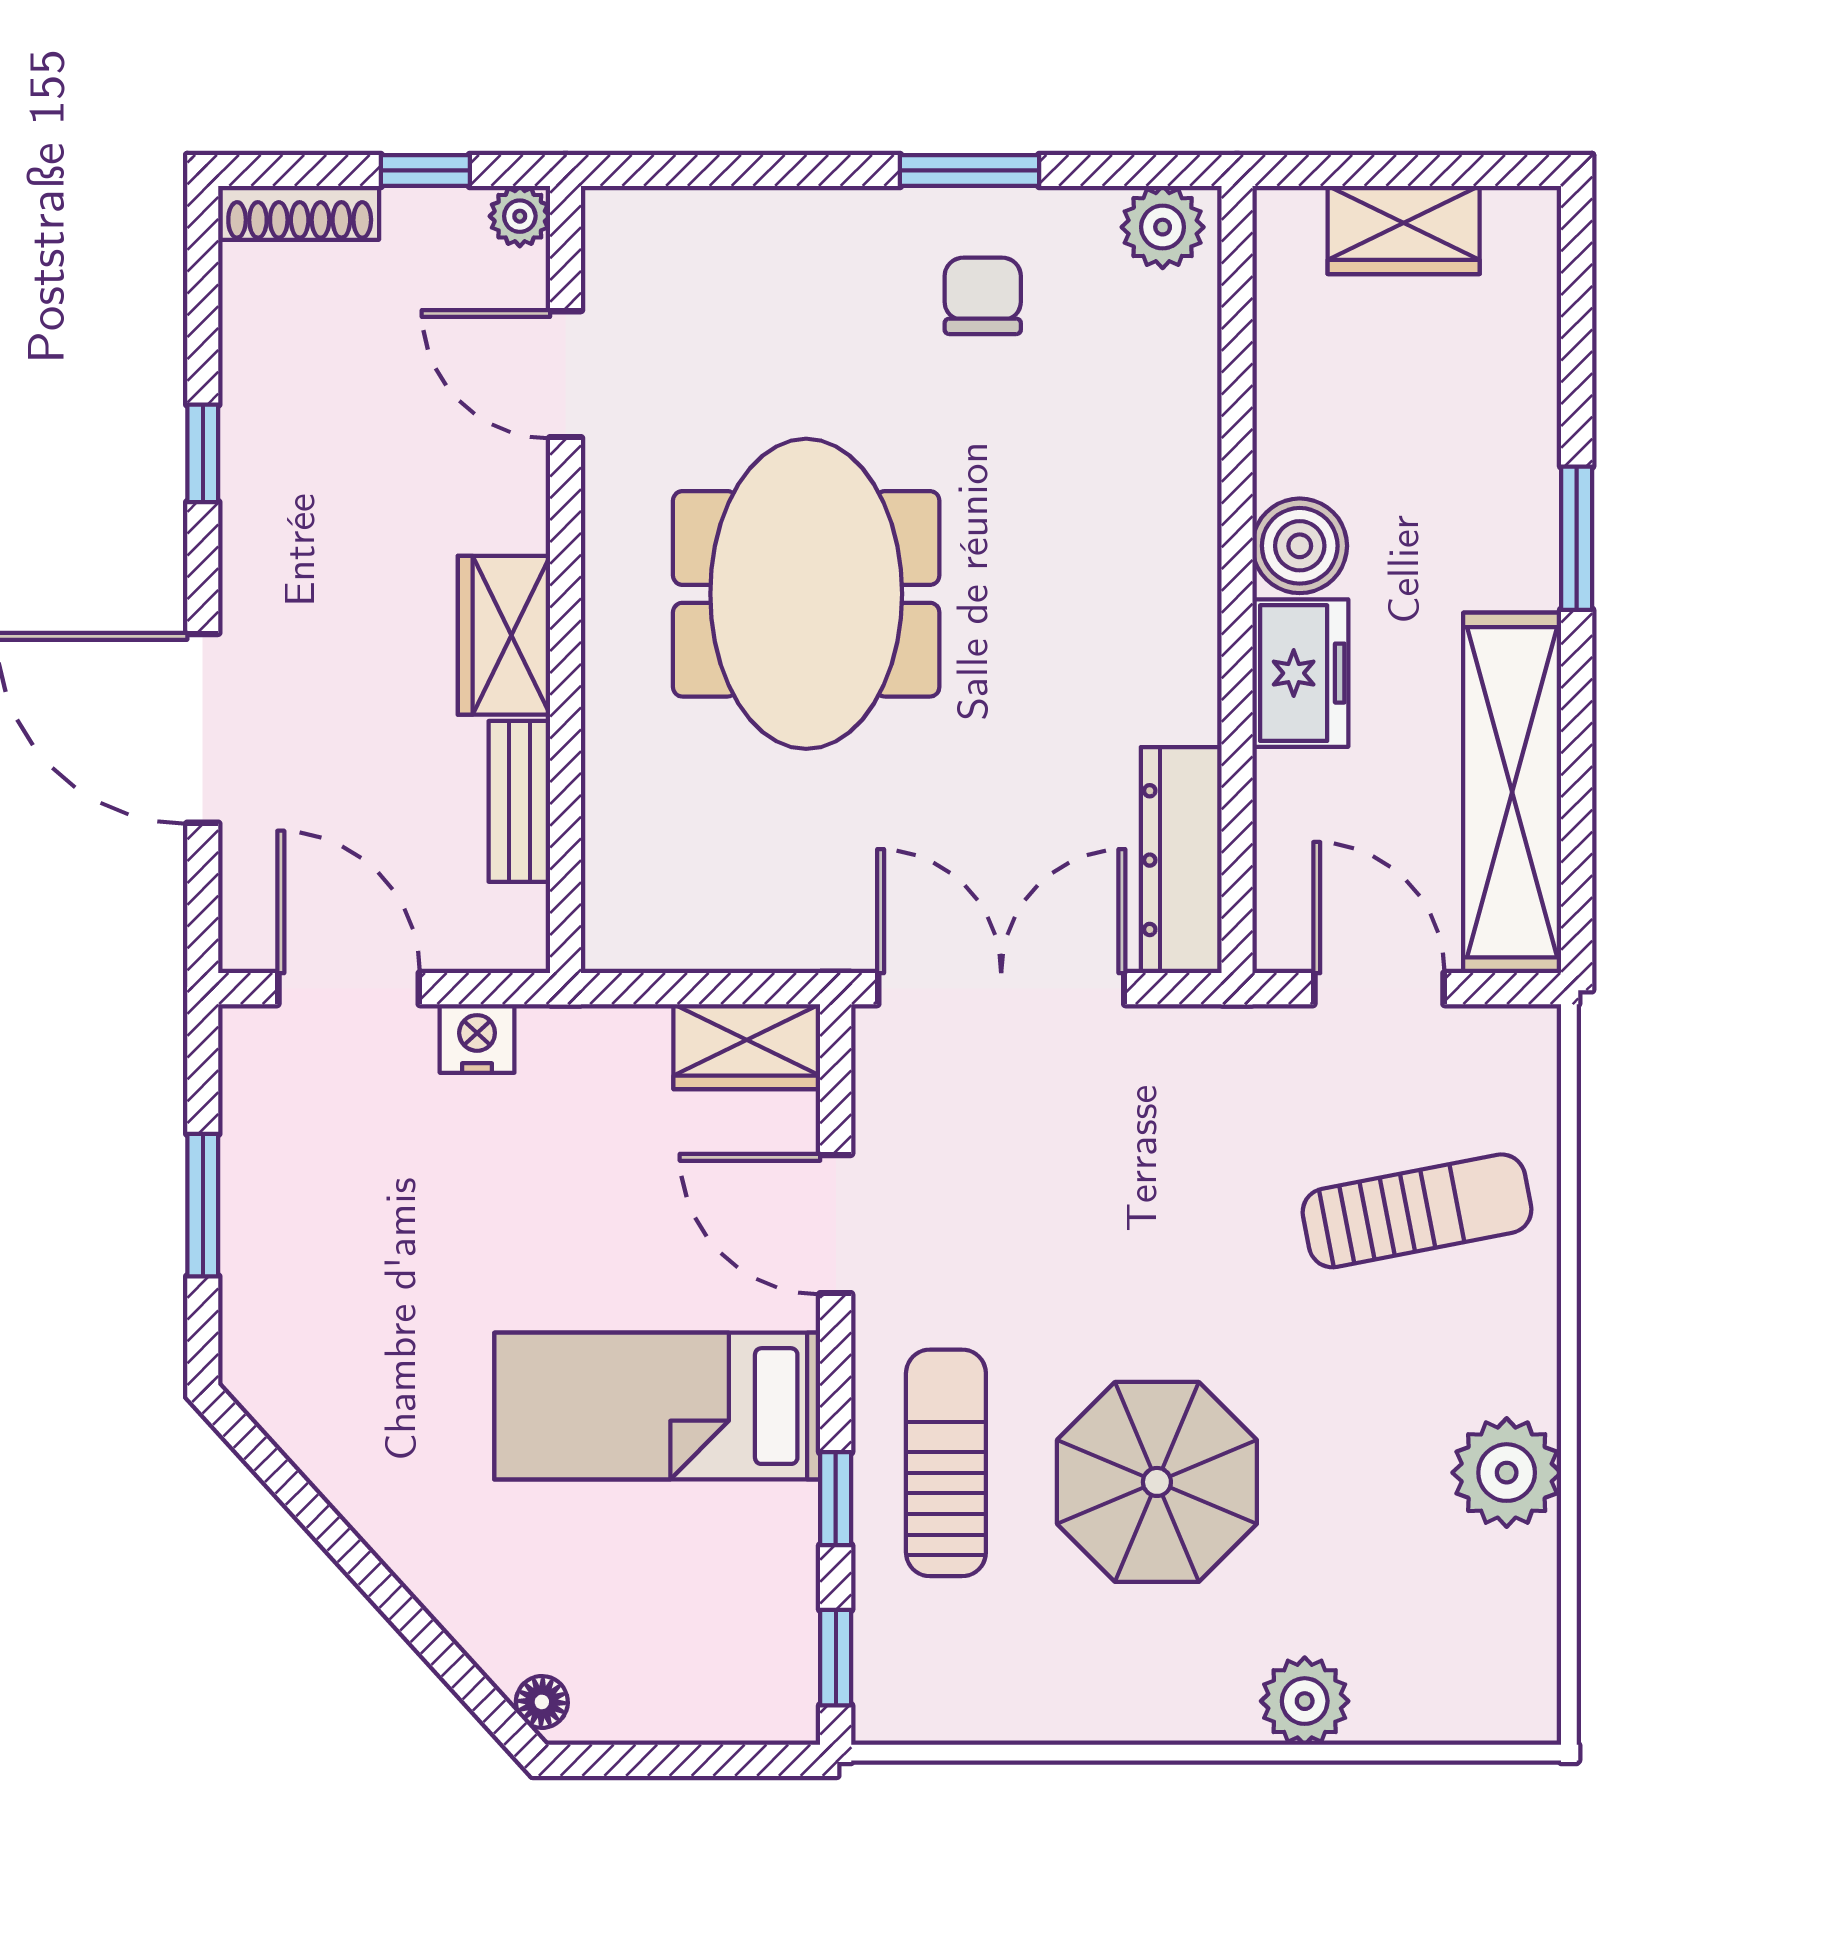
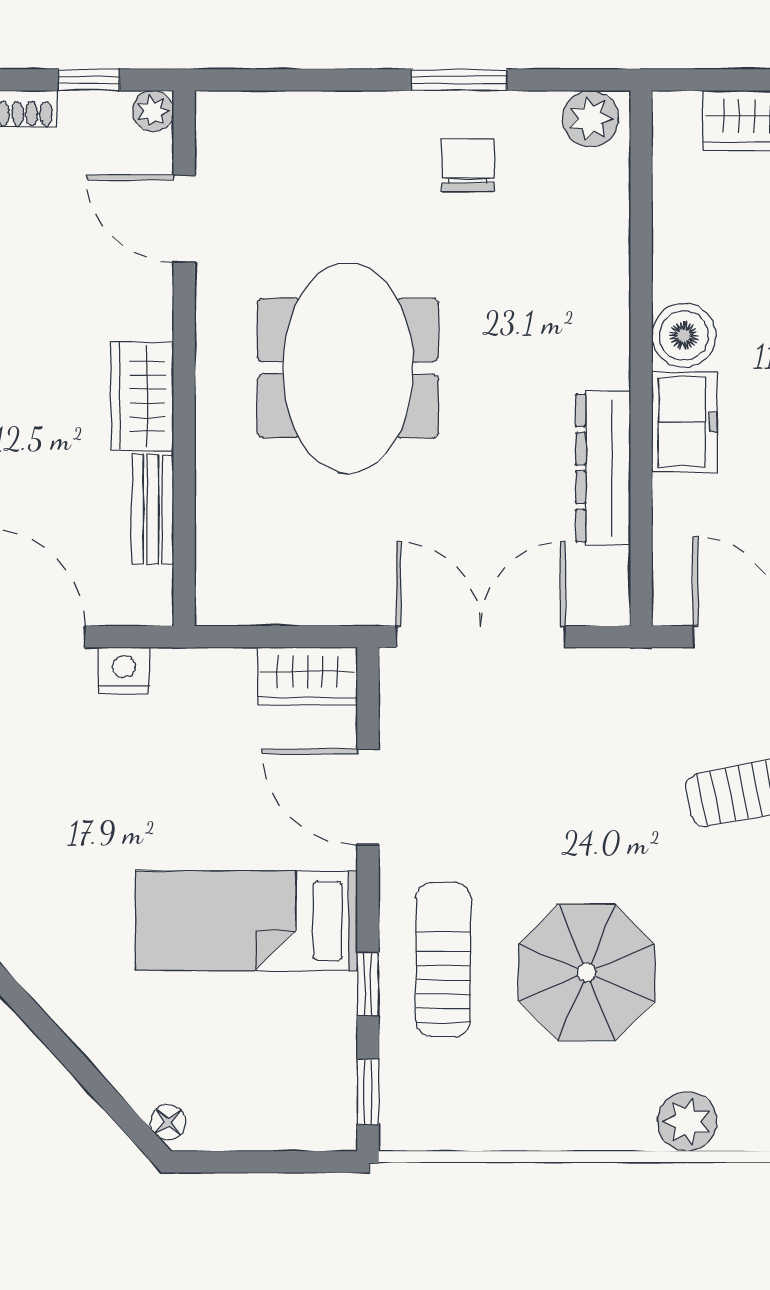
dresser: (1181, 860) -> (603, 468), moved

